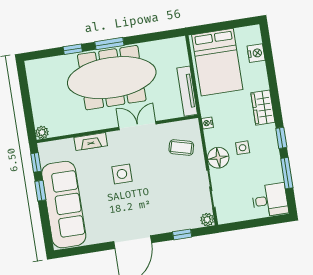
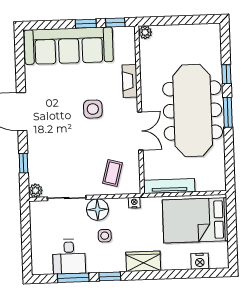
desk: (270, 200) -> (69, 256), moved

